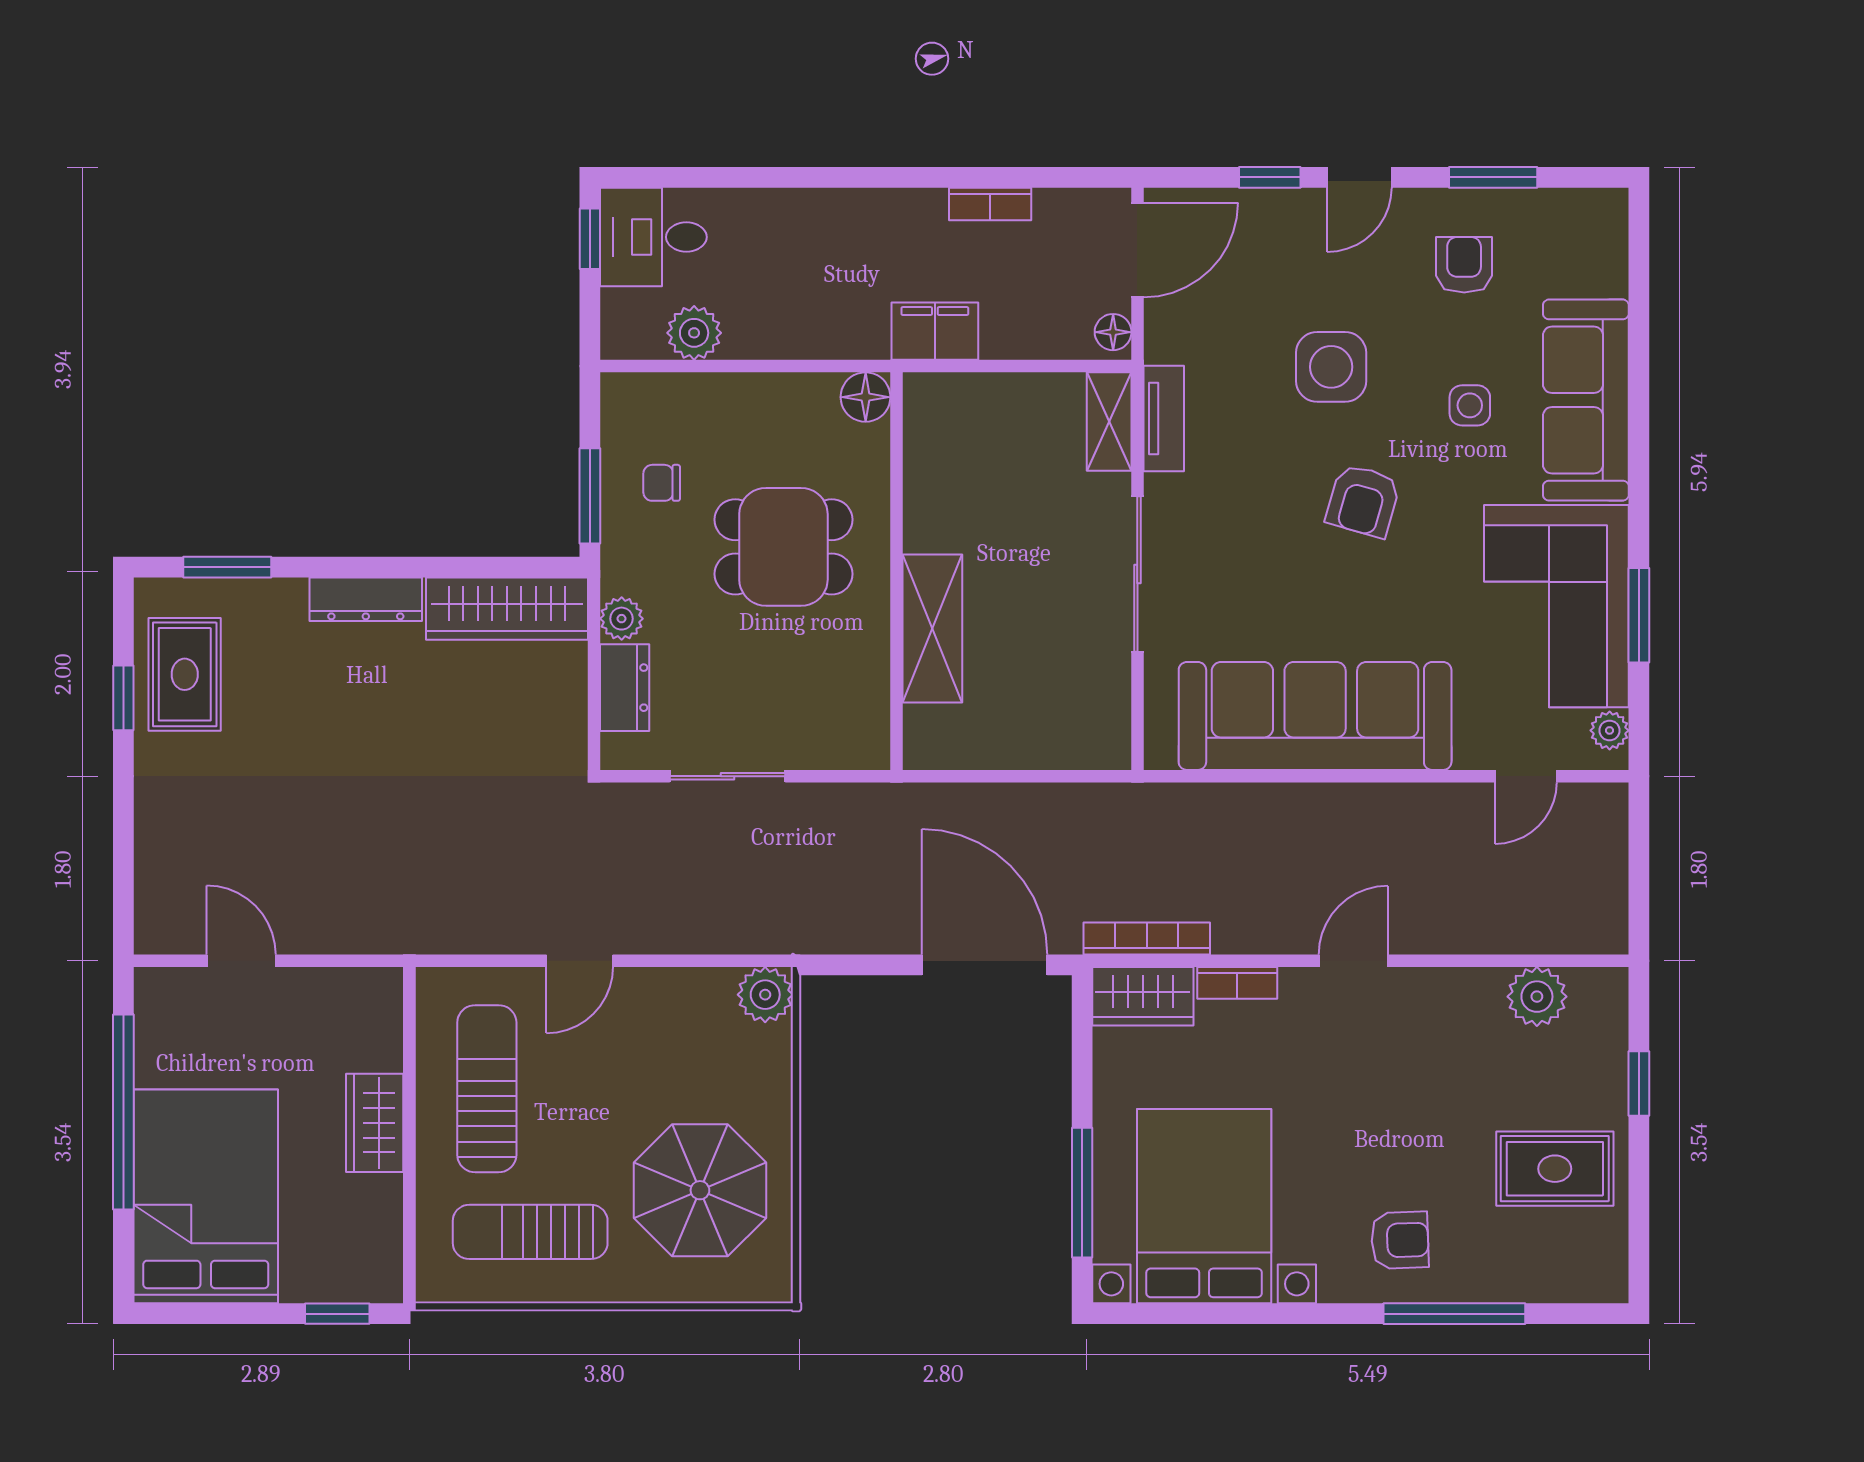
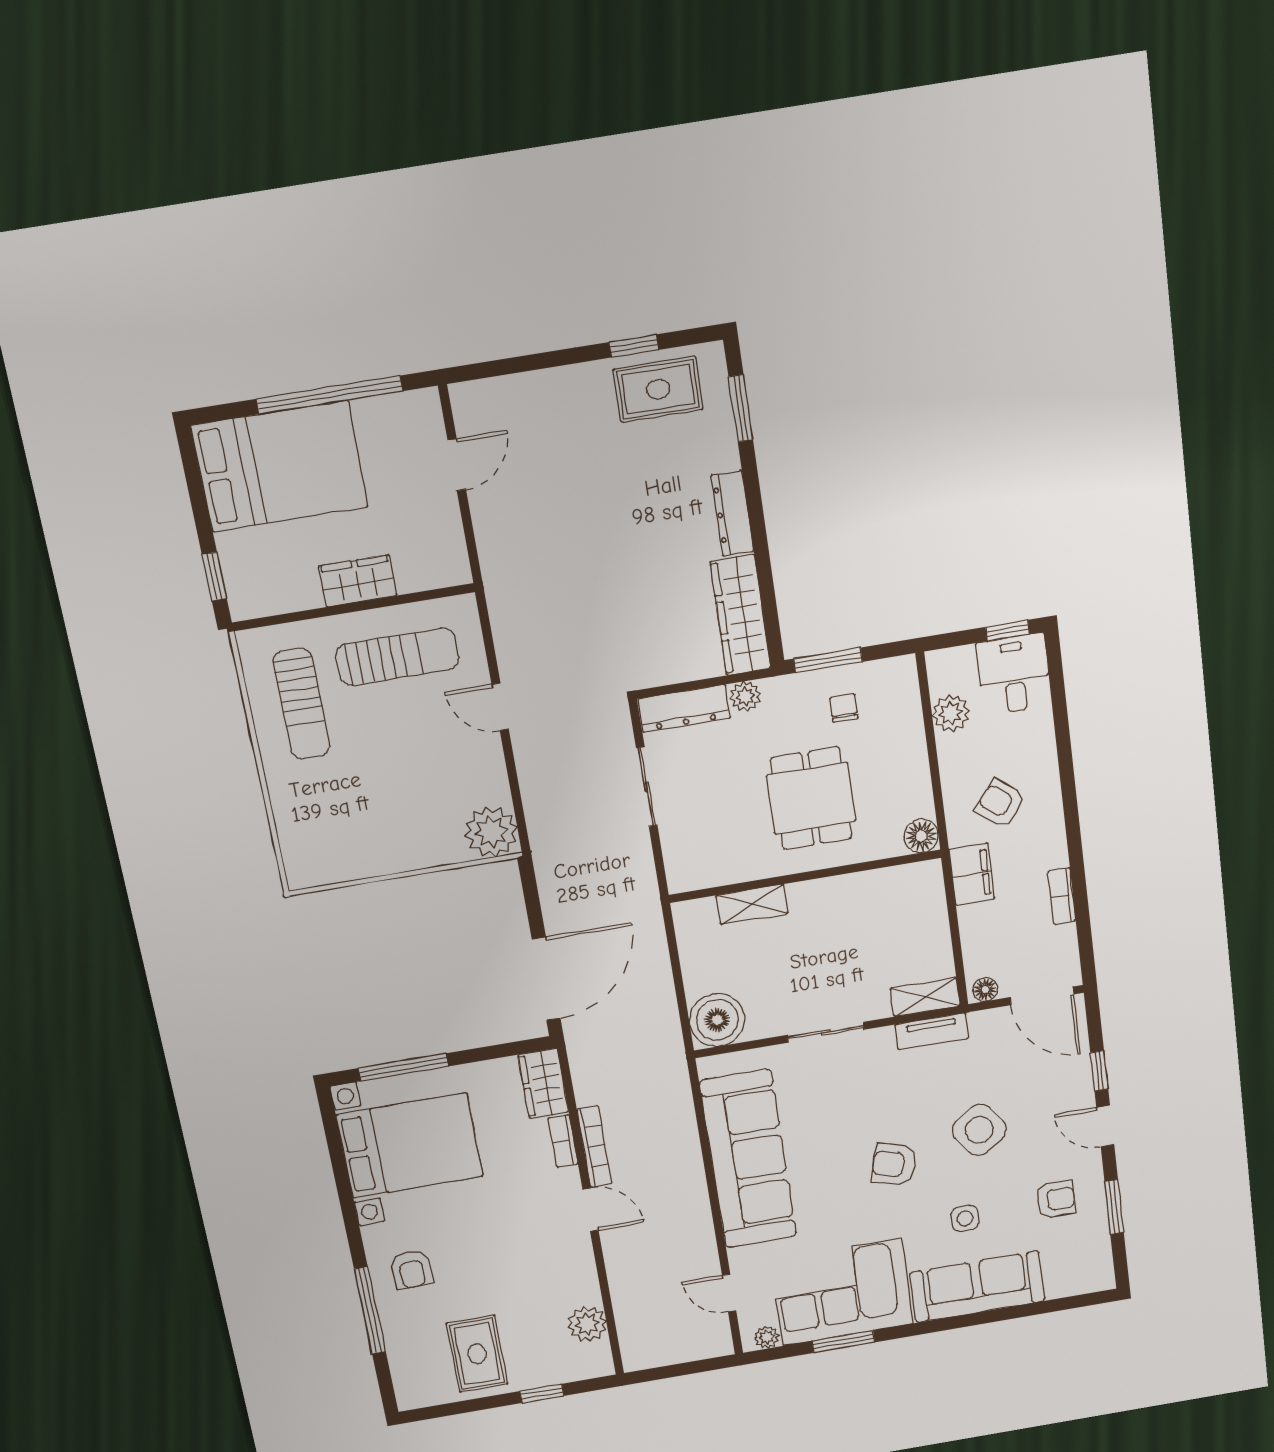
armchair: (837, 277) -> (1000, 803), added
side table: (1331, 367) -> (979, 1130), turned -35
sliding door: (1137, 574) -> (826, 1032), width x0.73
shelving: (932, 628) -> (752, 904), width x0.67, depth x0.75
dresser: (625, 688) -> (684, 709), width x1.44
boiler: (1090, 729) -> (717, 1020), added
bookcase: (1147, 939) -> (594, 1146), moved
plant: (765, 995) -> (491, 832), width x1.36, depth x1.36
parasol: (700, 1190) -> (355, 816), removed
sun lounger: (530, 1232) -> (302, 704), turned 180

